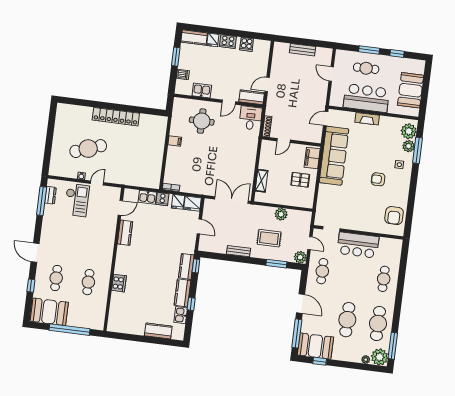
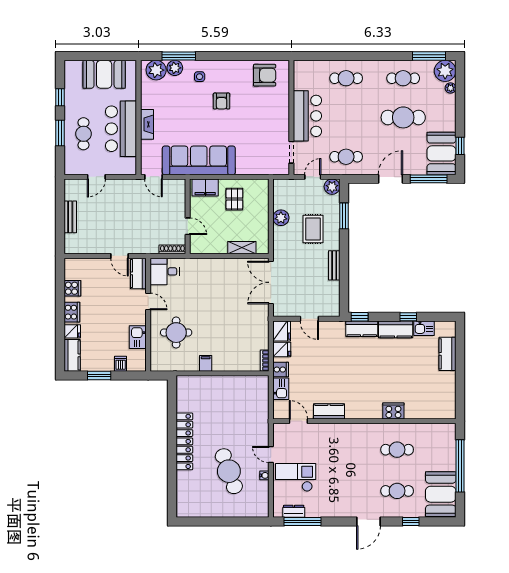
door: (199, 226) -> (309, 319), swing flipped
cafe table: (378, 324) -> (403, 78), width x0.73, depth x0.74

